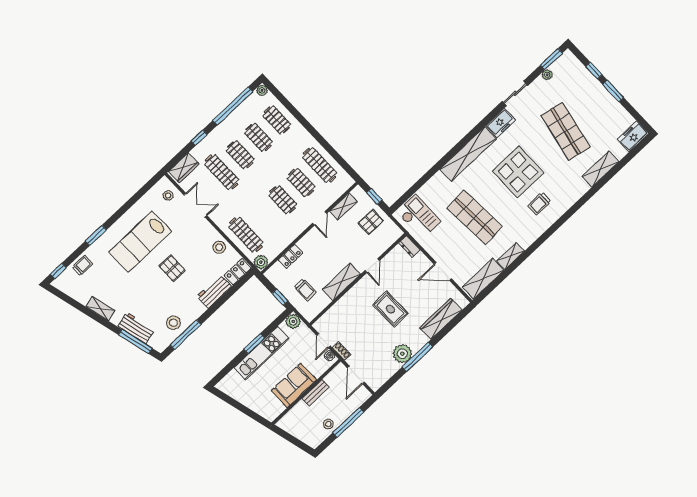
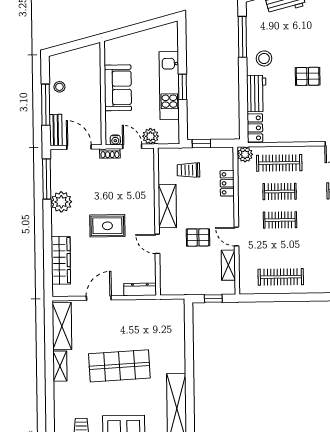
clothes rail: (301, 182) -> (280, 191), moved
checkout: (419, 217) -> (162, 320), removed
pallet: (371, 222) -> (198, 237), moved, turned 90
stool: (219, 247) -> (289, 131), removed
dresser: (409, 247) -> (140, 289), width x1.44
plant: (293, 321) -> (151, 136), moved
stool: (173, 323) -> (264, 58), moved
window: (417, 357) -> (47, 179), moved
bench: (316, 393) -> (56, 130), moved

